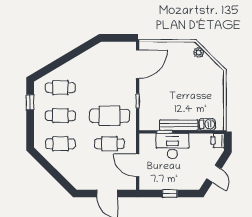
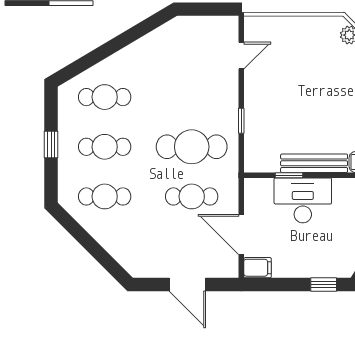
door: (138, 64) -> (241, 56), width x0.53
window: (30, 102) -> (51, 144), moved
filing cabinet: (147, 184) -> (258, 268), added
window: (170, 194) -> (324, 284), moved

